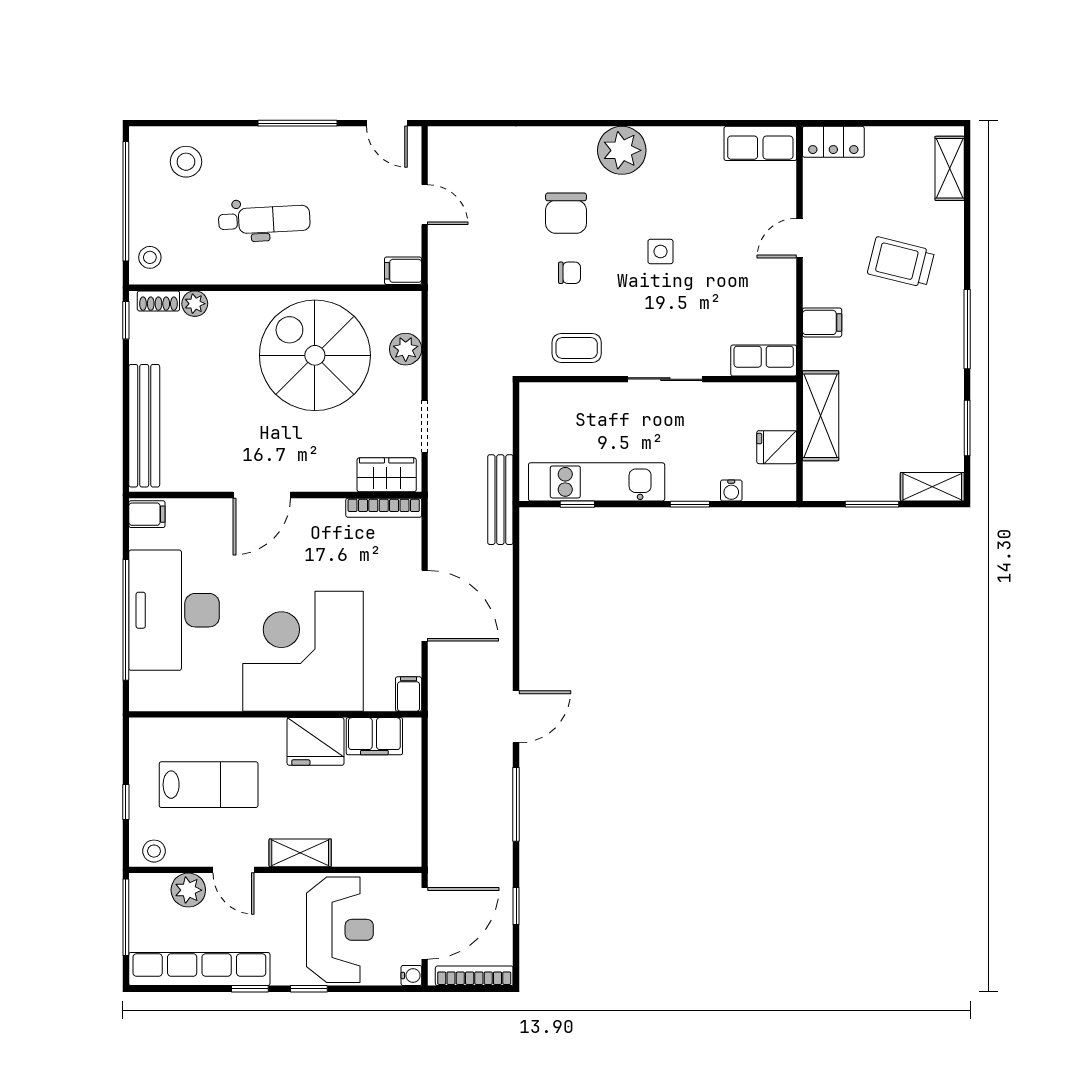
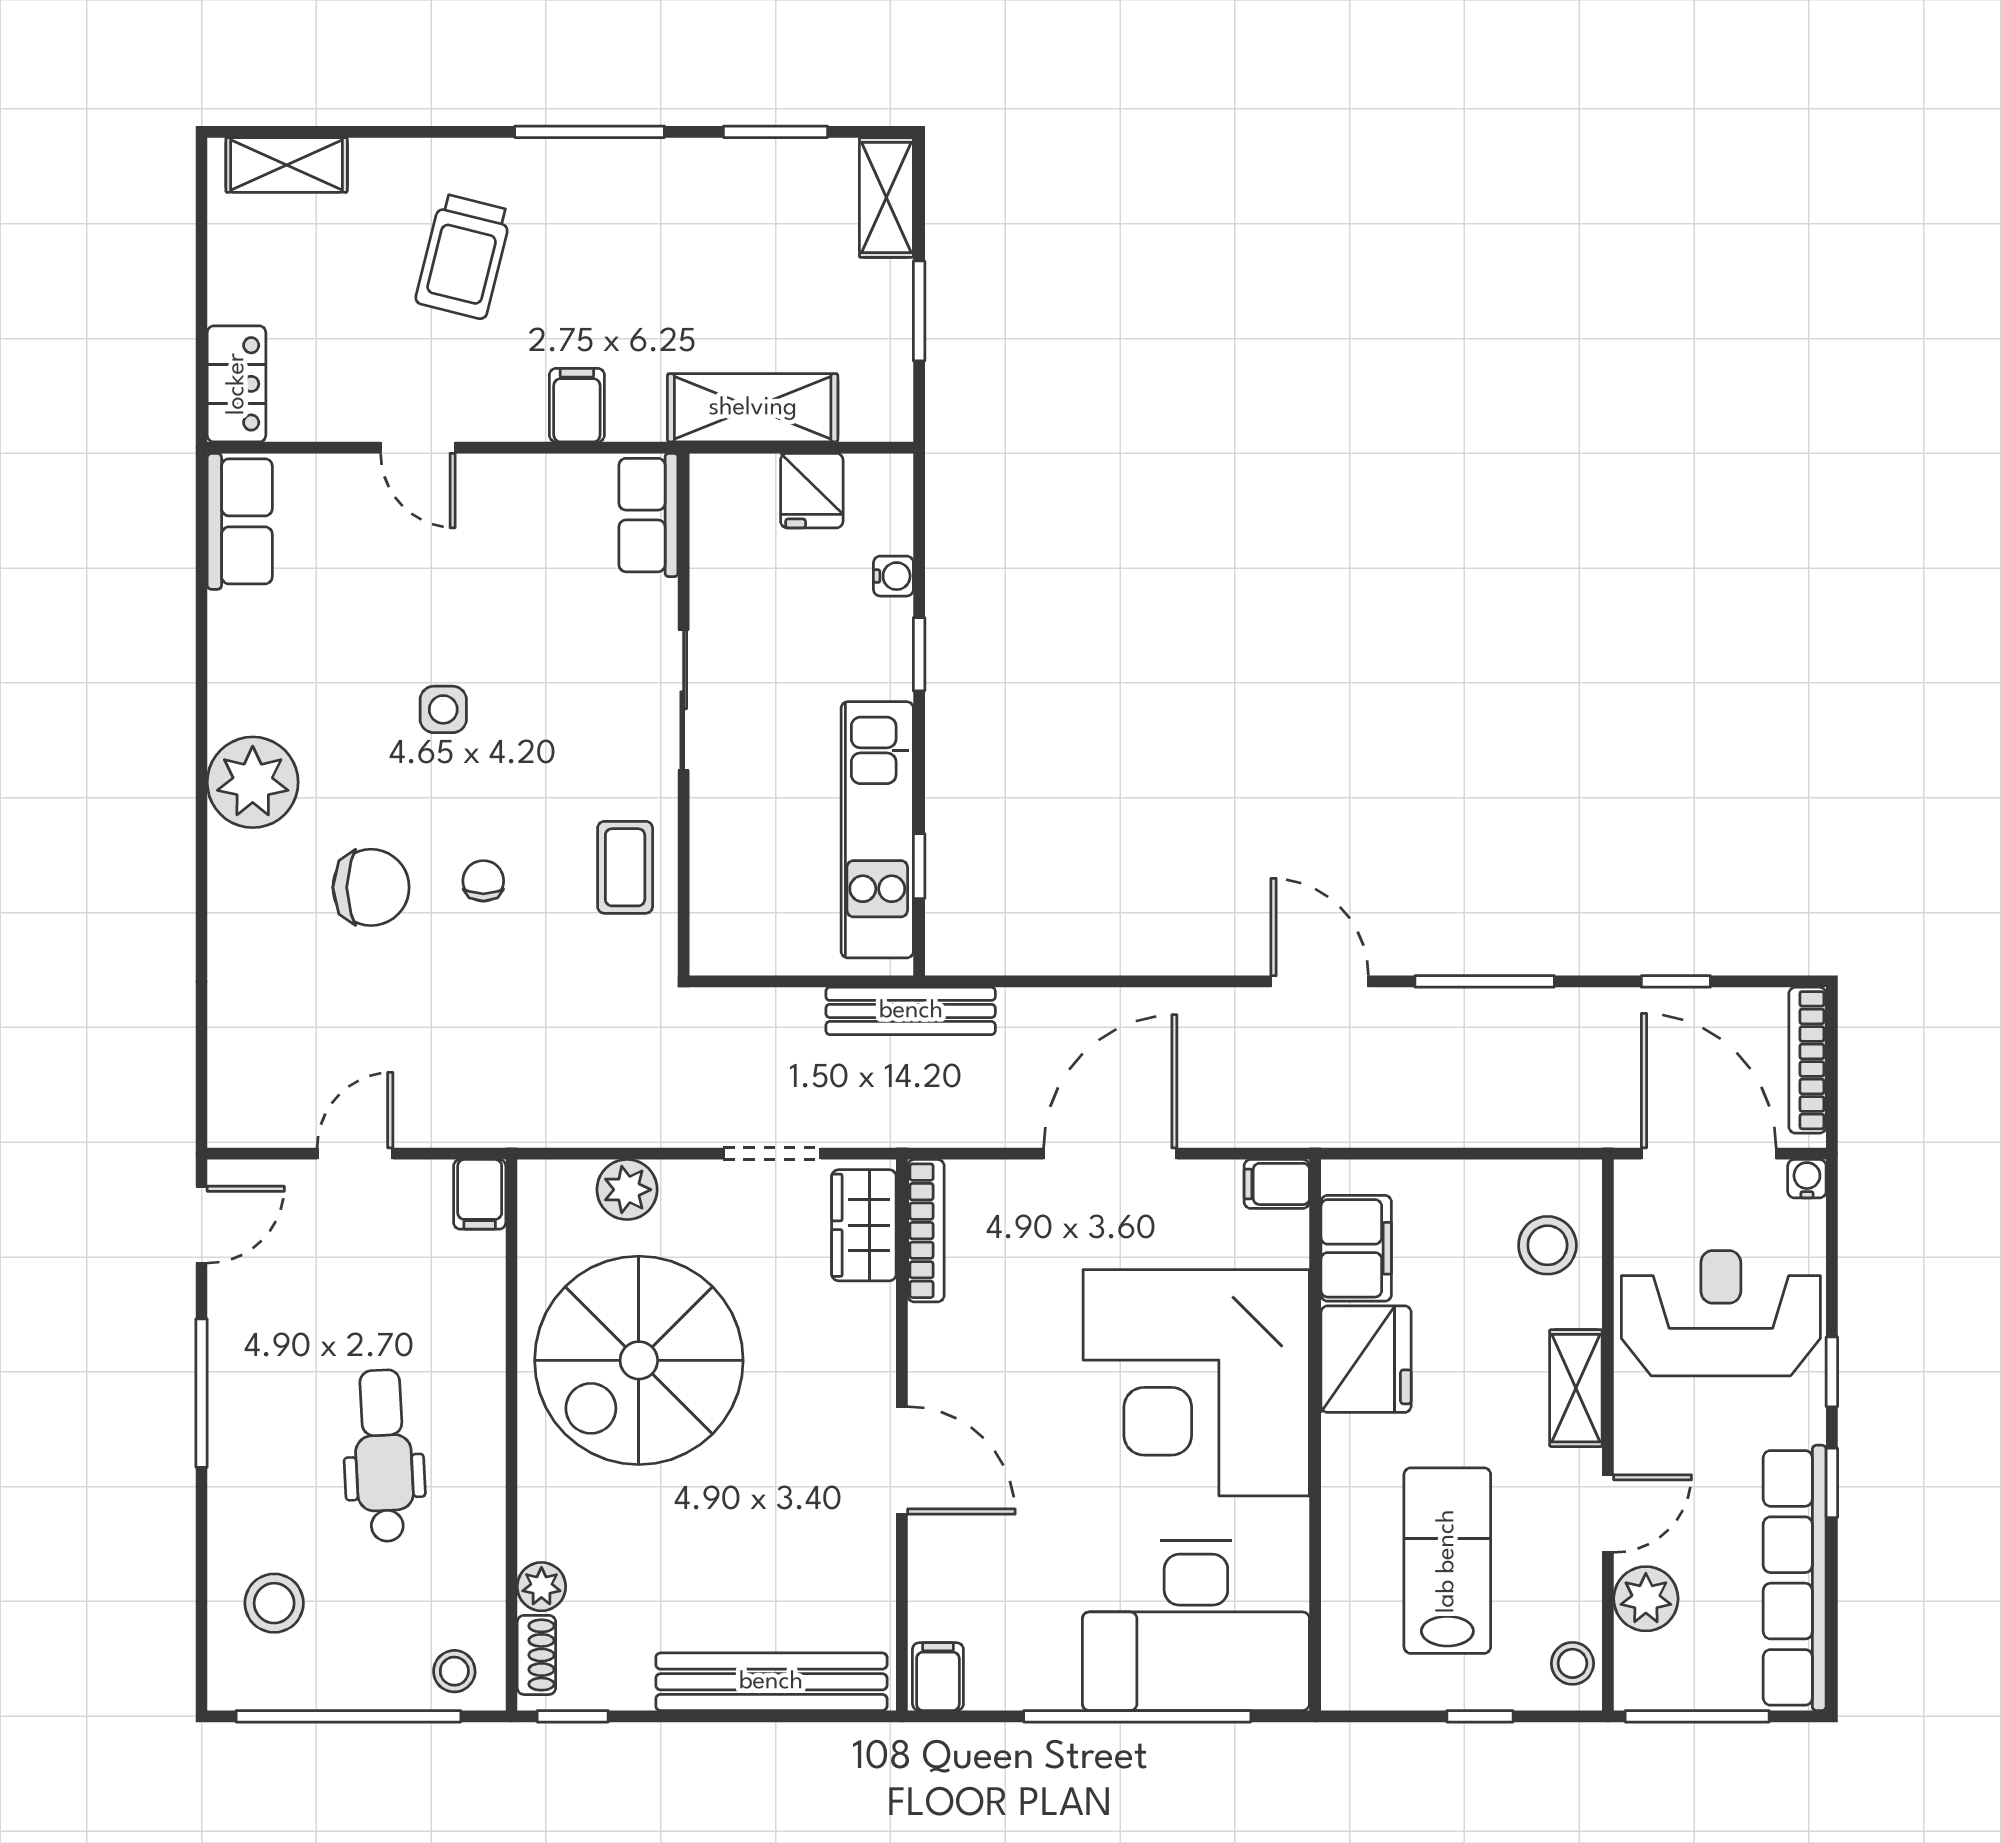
desk: (174, 610) -> (1196, 1626), moved
stool: (376, 838) -> (1547, 1245), added

